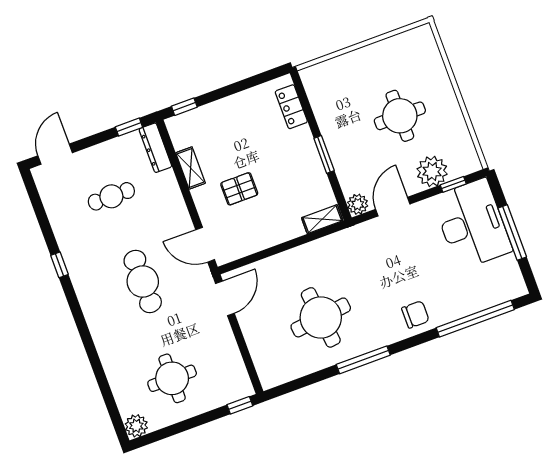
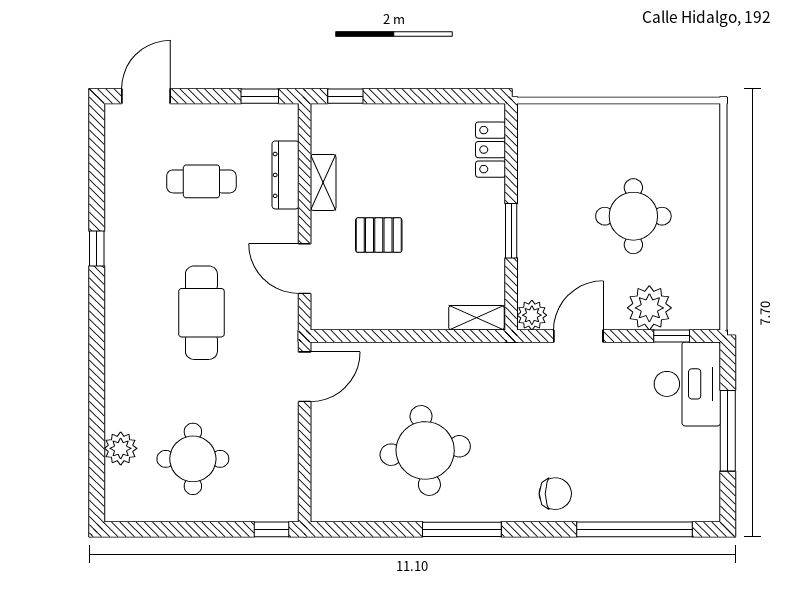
dresser: (155, 148) -> (286, 175), moved
desk: (472, 224) -> (687, 384), width x0.73, depth x0.77
door: (205, 245) -> (305, 269), moved
plant: (136, 426) -> (121, 448), moved

